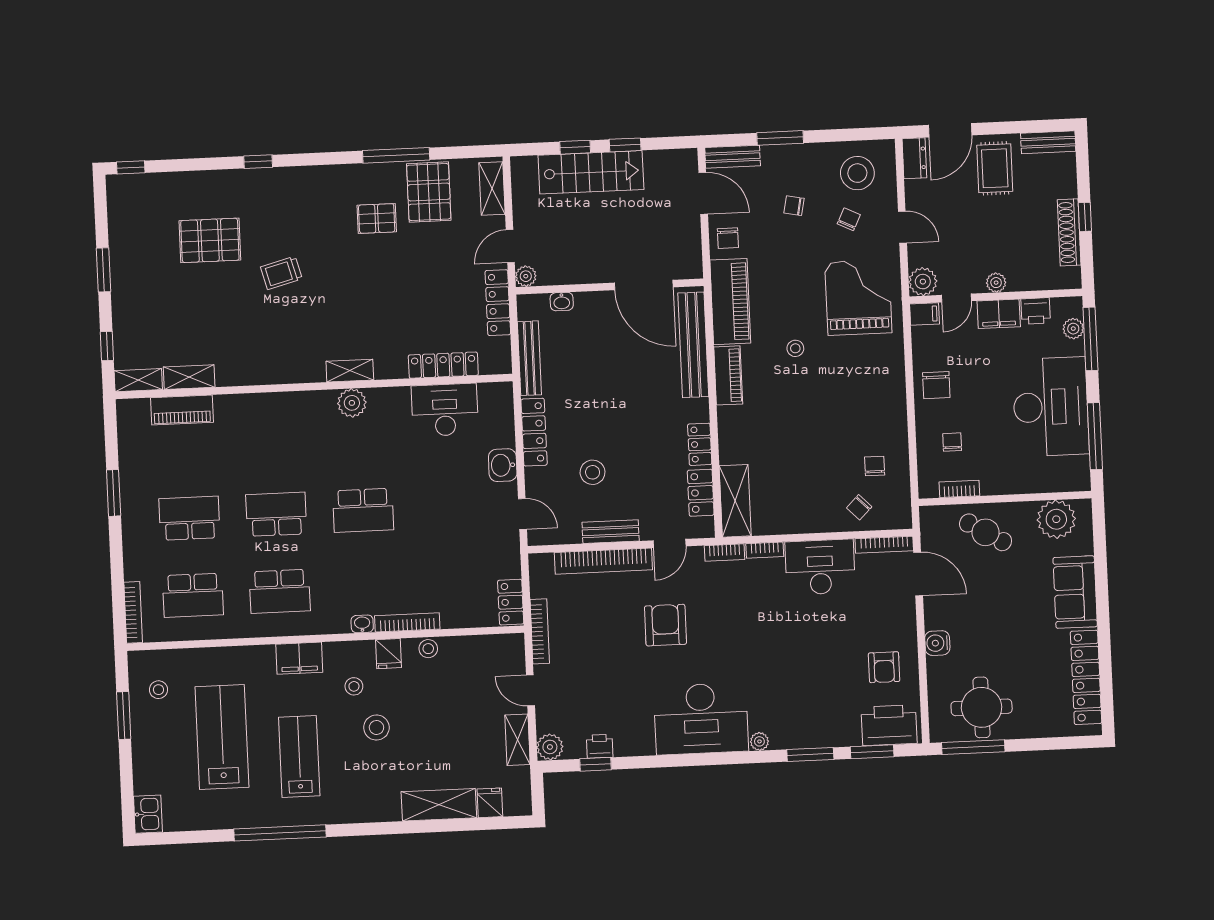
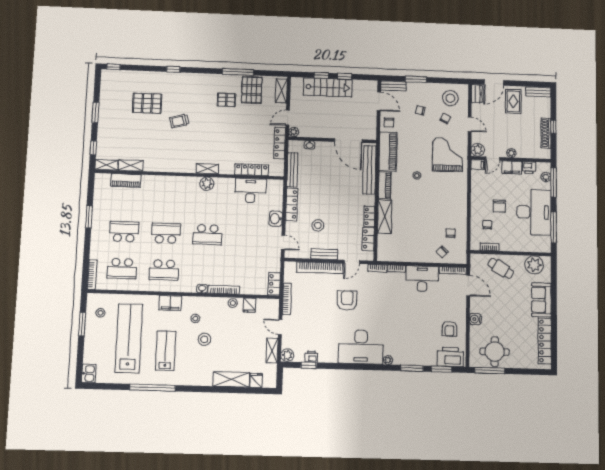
chair: (936, 385) -> (499, 206), moved
shelving: (735, 501) -> (385, 217), moved
fridge: (388, 654) -> (249, 305), moved
lab bench: (222, 737) -> (129, 338), width x1.36

